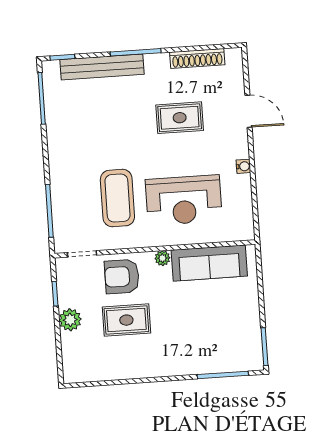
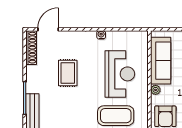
shoe rack: (197, 58) -> (31, 48), moved
door: (248, 111) -> (48, 29), moved

